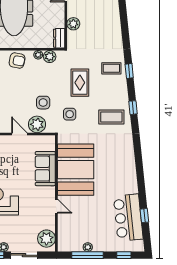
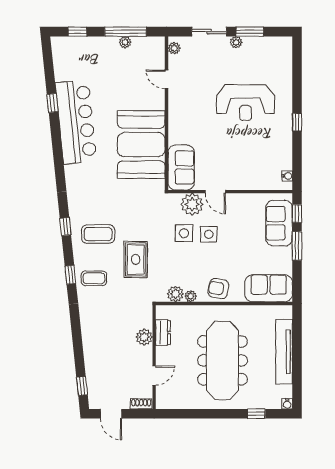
dresser: (59, 38) -> (163, 333), moved
side table: (70, 114) -> (209, 234), moved
coffee table: (111, 117) -> (98, 234), moved
sofa: (45, 169) -> (181, 167), moved
door: (56, 206) -> (167, 79), moved
window: (144, 216) -> (52, 103), moved
bar counter: (128, 218) -> (76, 122), moved, width x1.36
plant: (46, 239) -> (174, 48), width x0.53, depth x0.53

